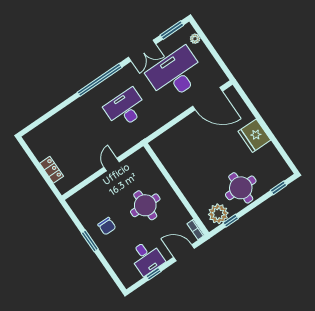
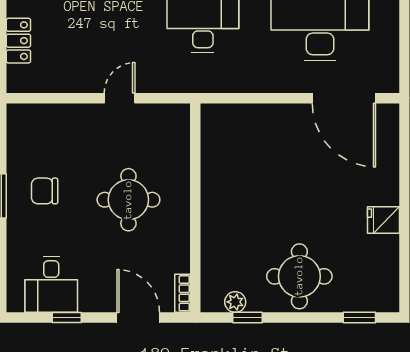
fridge: (254, 136) -> (383, 220), width x0.53, depth x0.75
plant: (218, 214) -> (235, 302), width x0.53, depth x0.53
chair: (107, 226) -> (45, 191), turned 90
desk: (147, 258) -> (51, 284), moved

